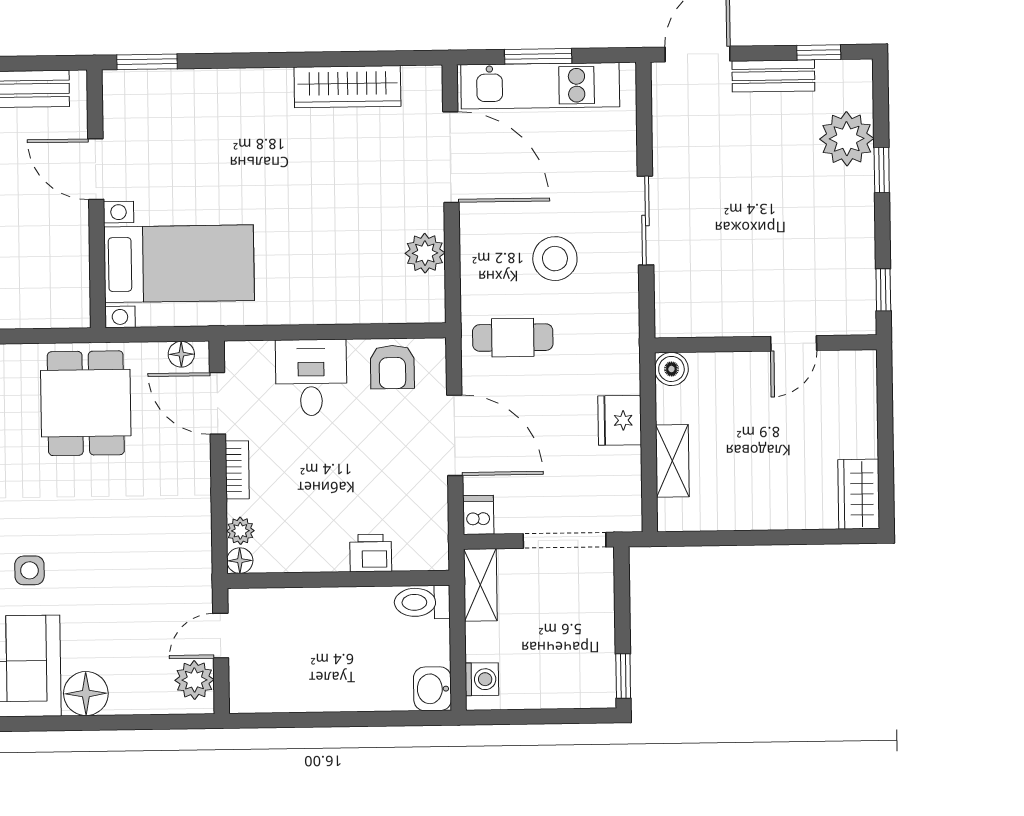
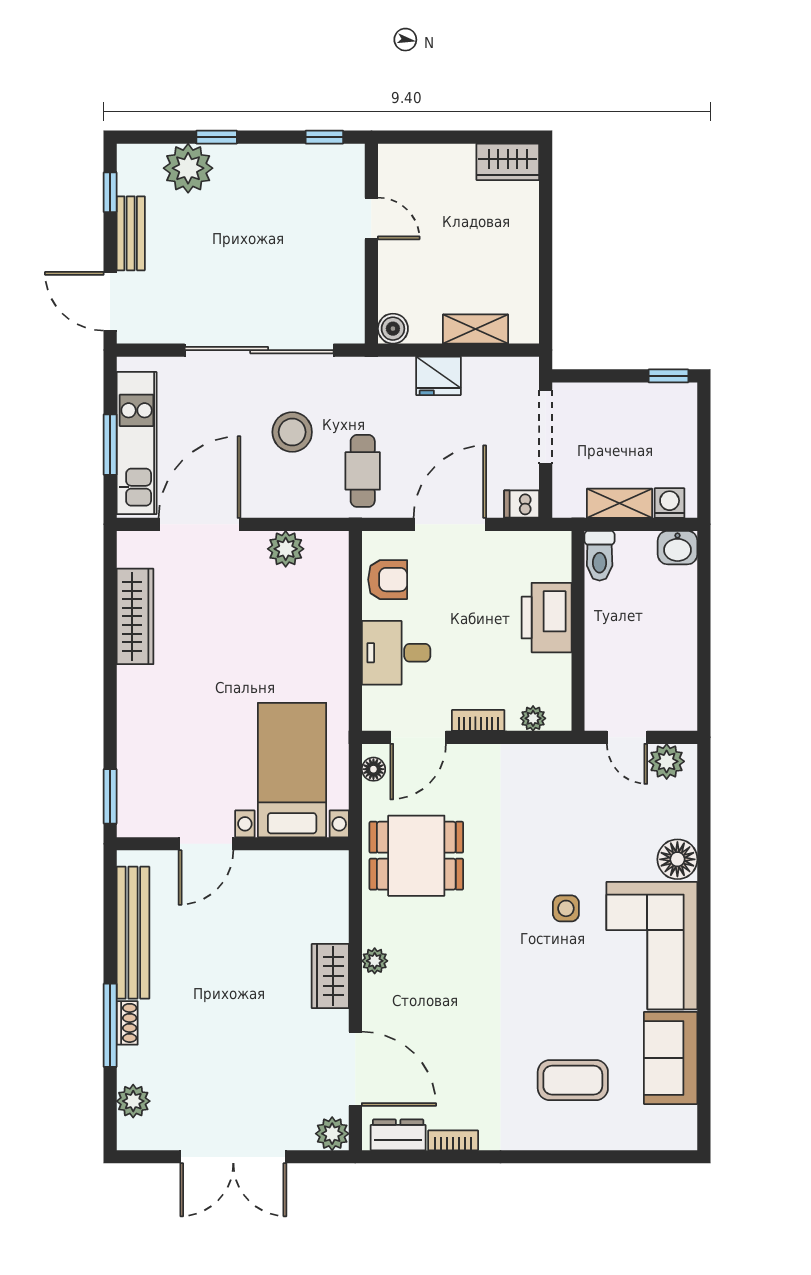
sliding door: (646, 220) -> (259, 350), width x1.86
printer: (371, 553) -> (547, 618), width x1.87, depth x1.48
floor lamp: (240, 561) -> (560, 719), removed
shelving: (480, 585) -> (620, 503), moved

